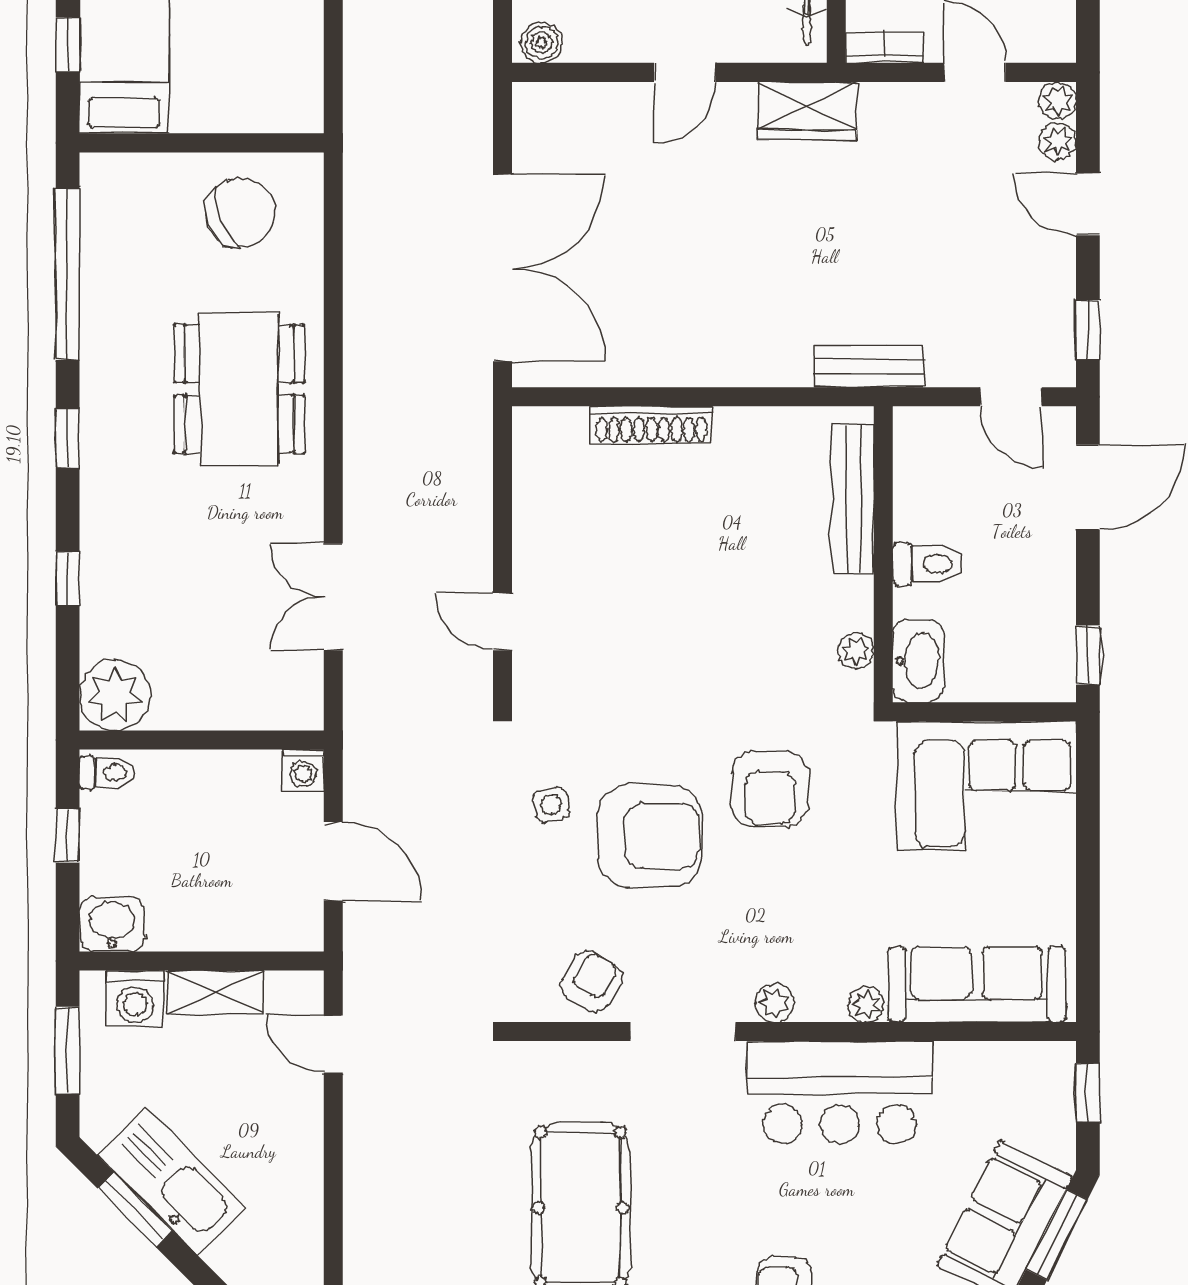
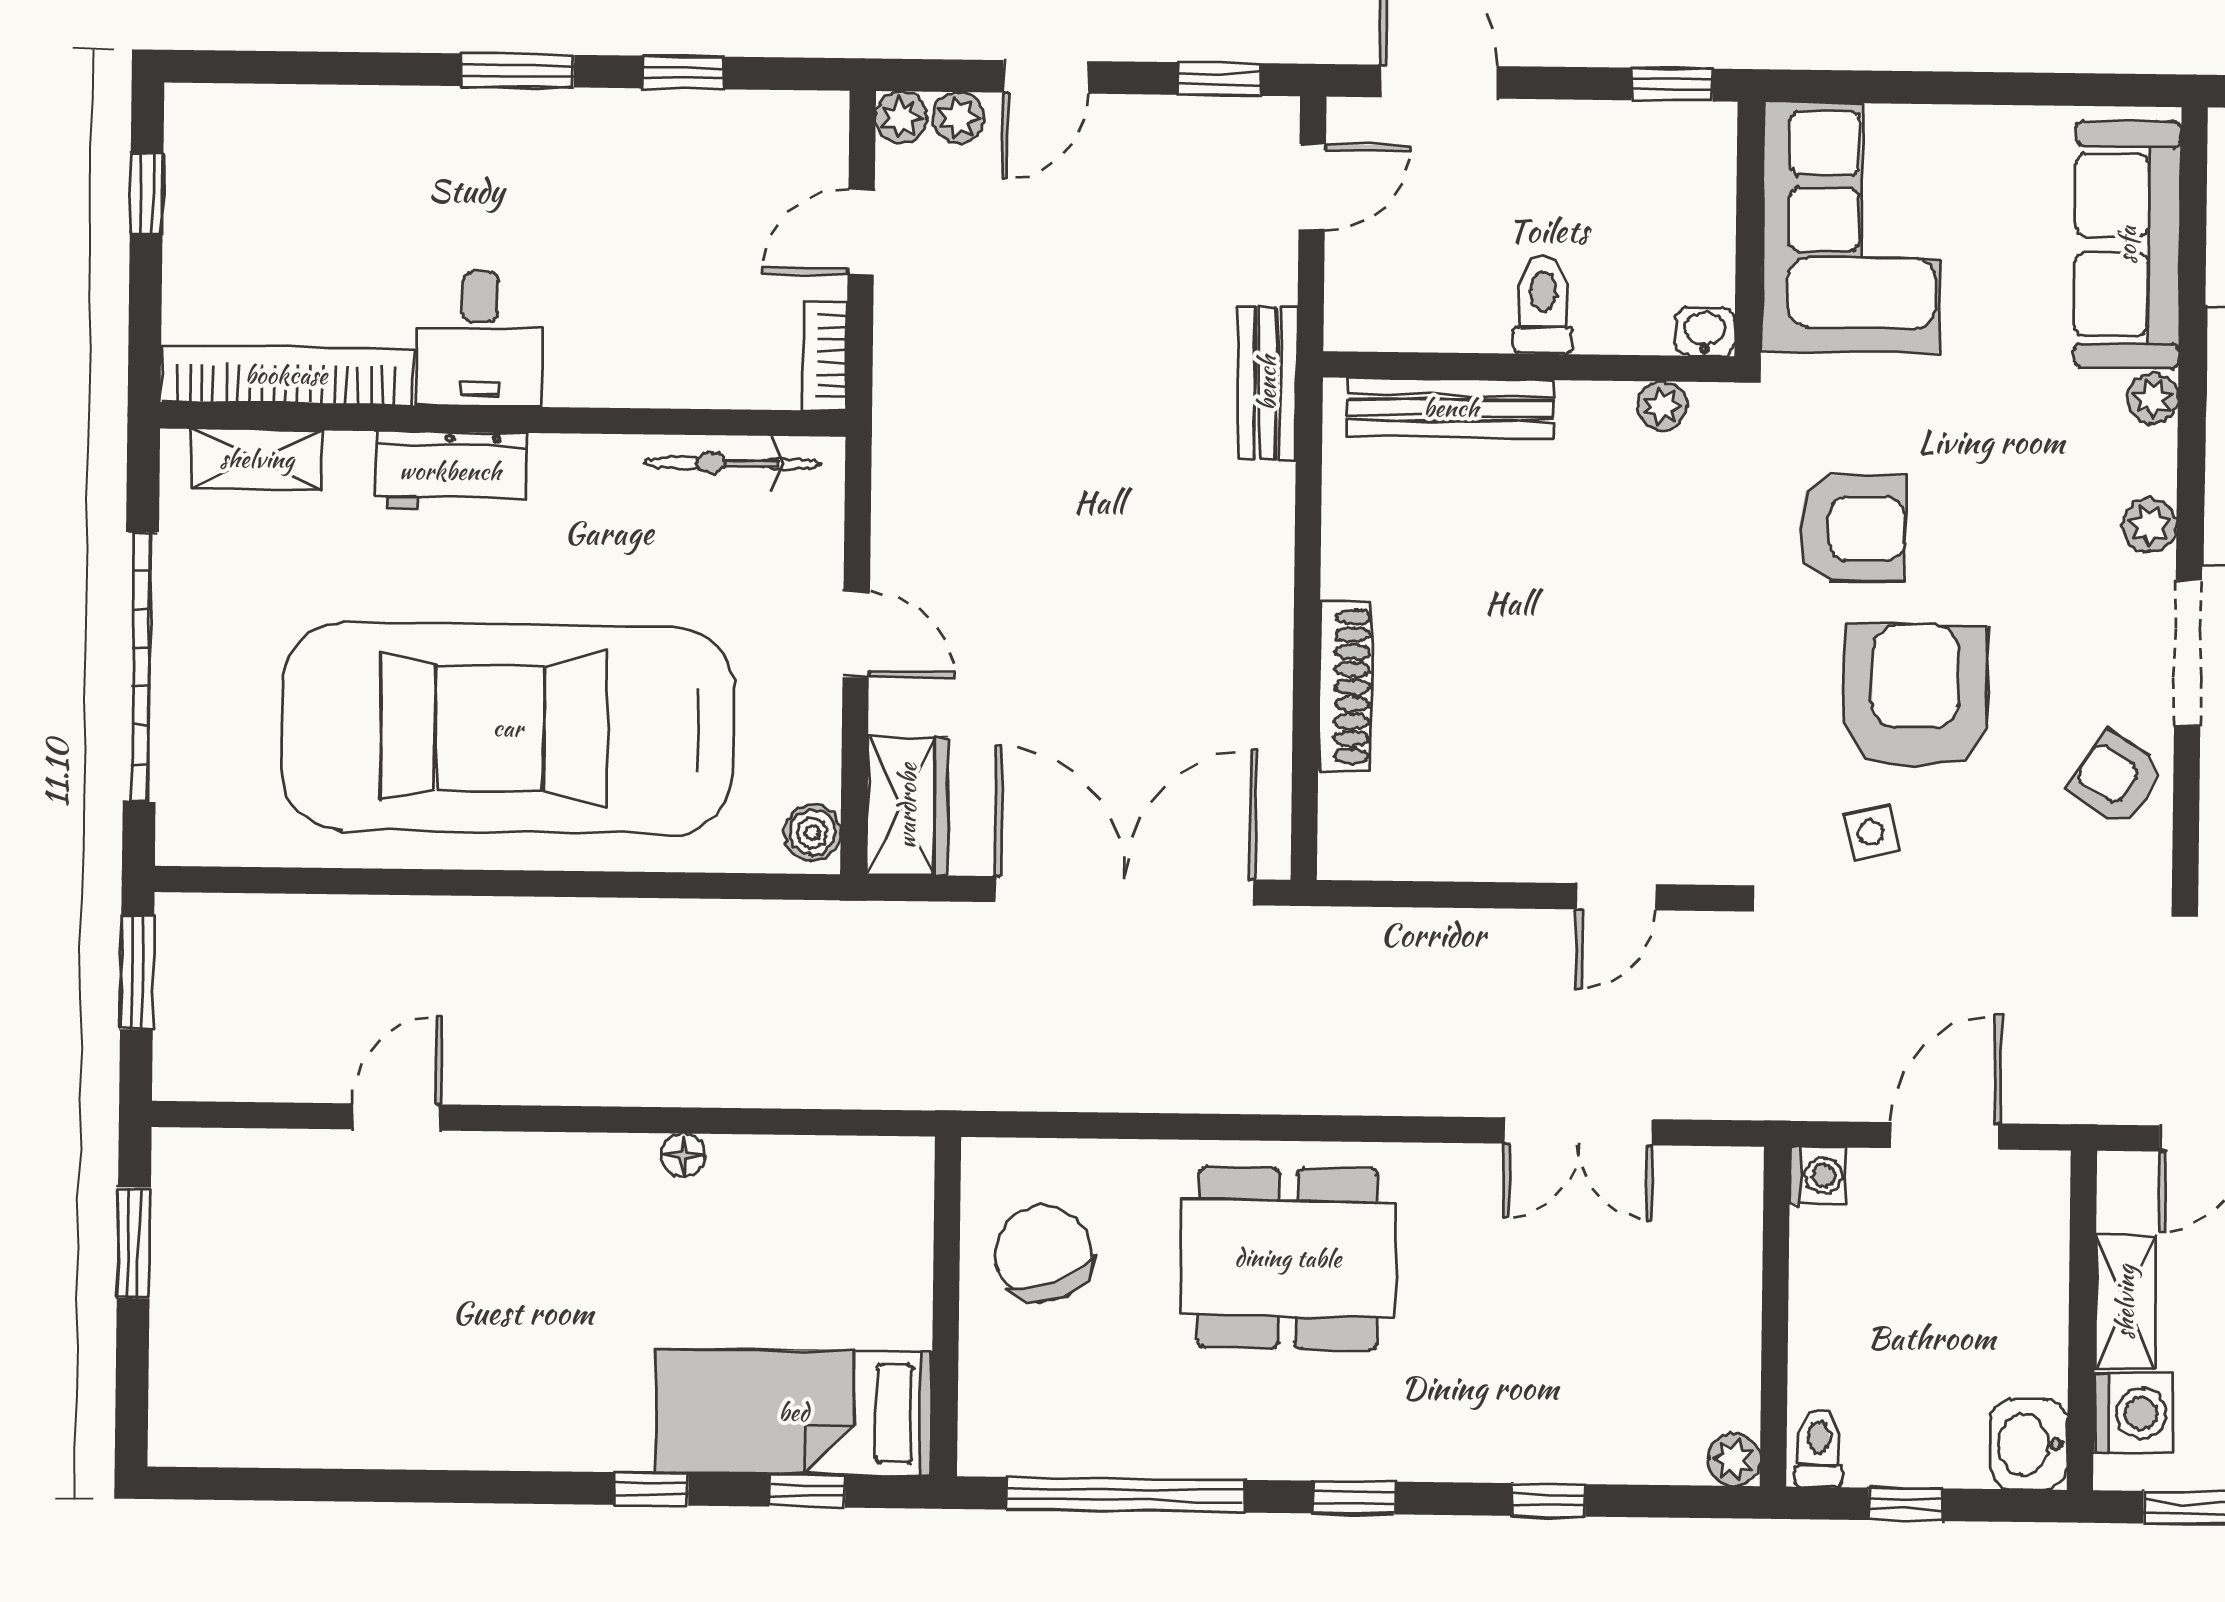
wardrobe: (807, 111) -> (907, 806), moved
washbasin: (918, 661) -> (1705, 332), width x0.52, depth x0.69
plant: (115, 695) -> (1734, 1460), width x0.53, depth x0.53

